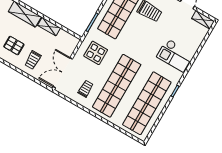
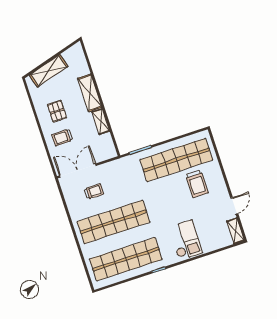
display table: (96, 53) -> (120, 179), removed
checkout: (175, 55) -> (186, 240), turned 180
trolley: (86, 89) -> (94, 192), moved

